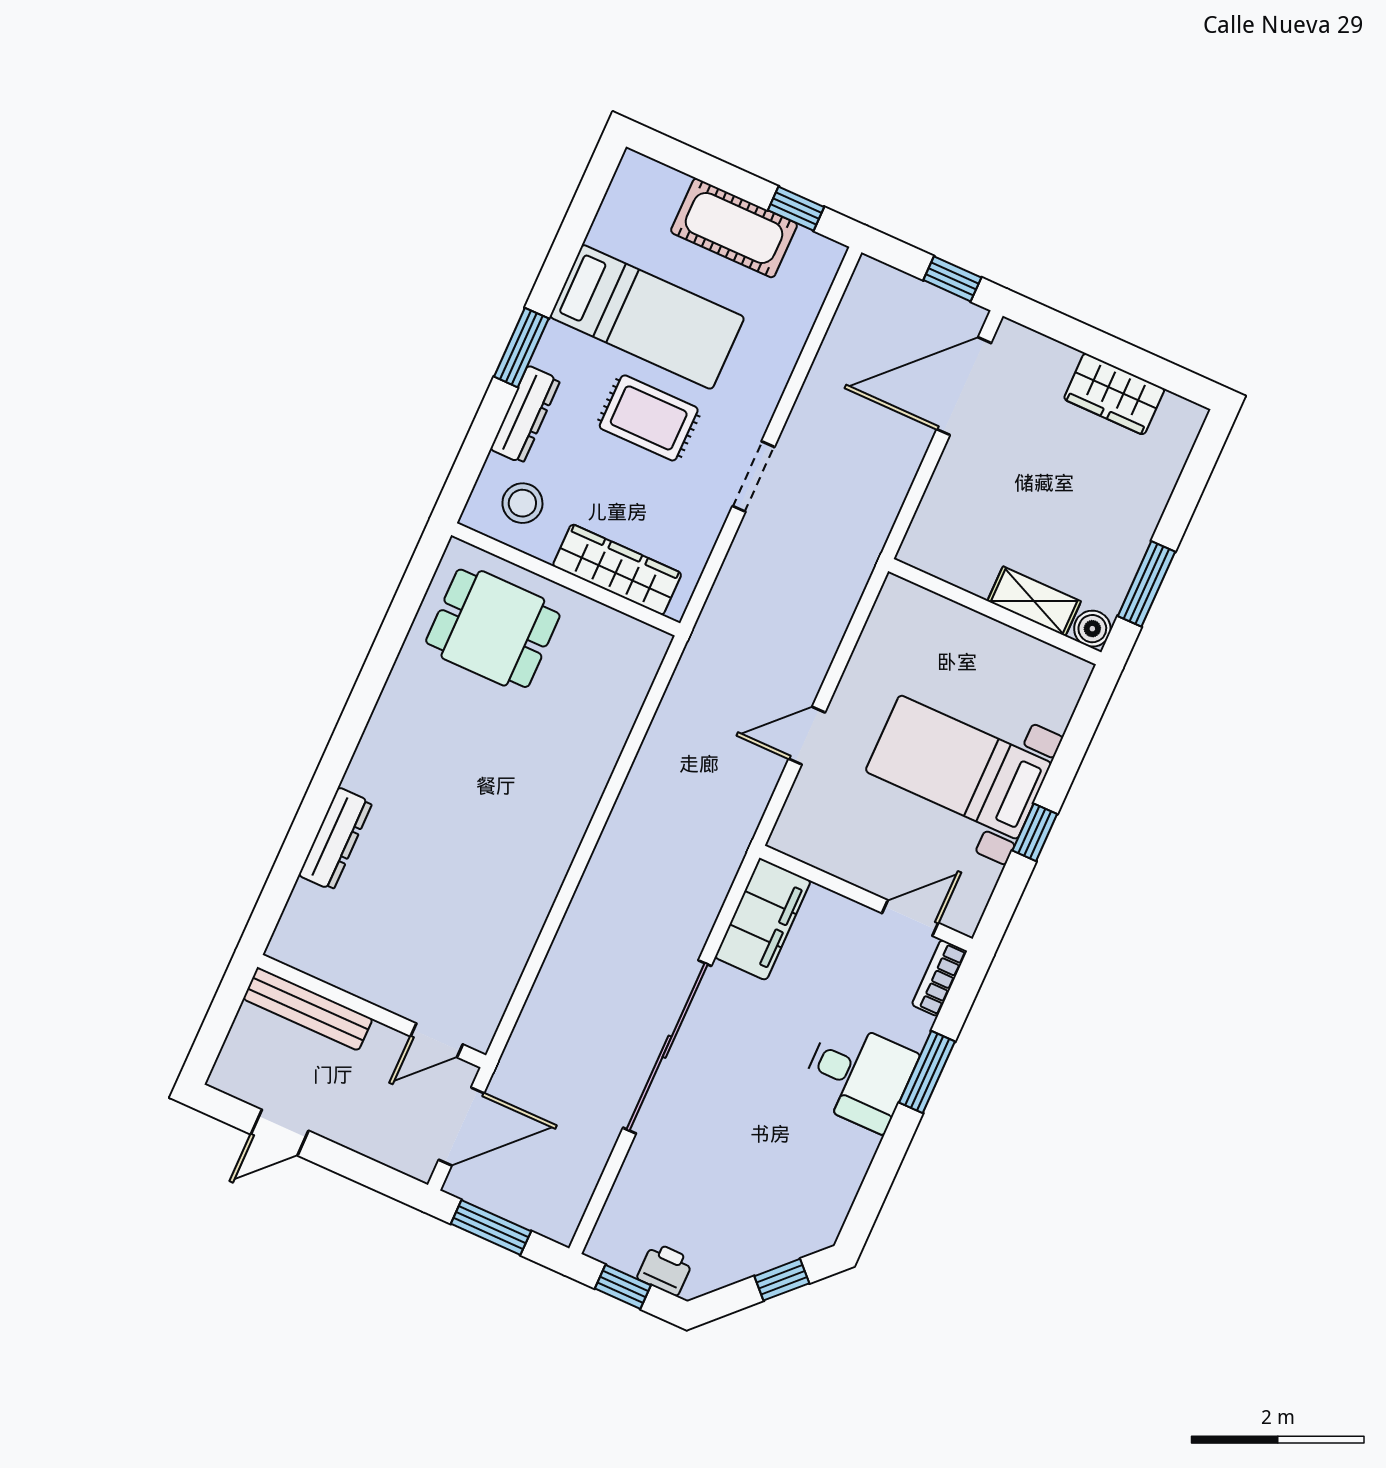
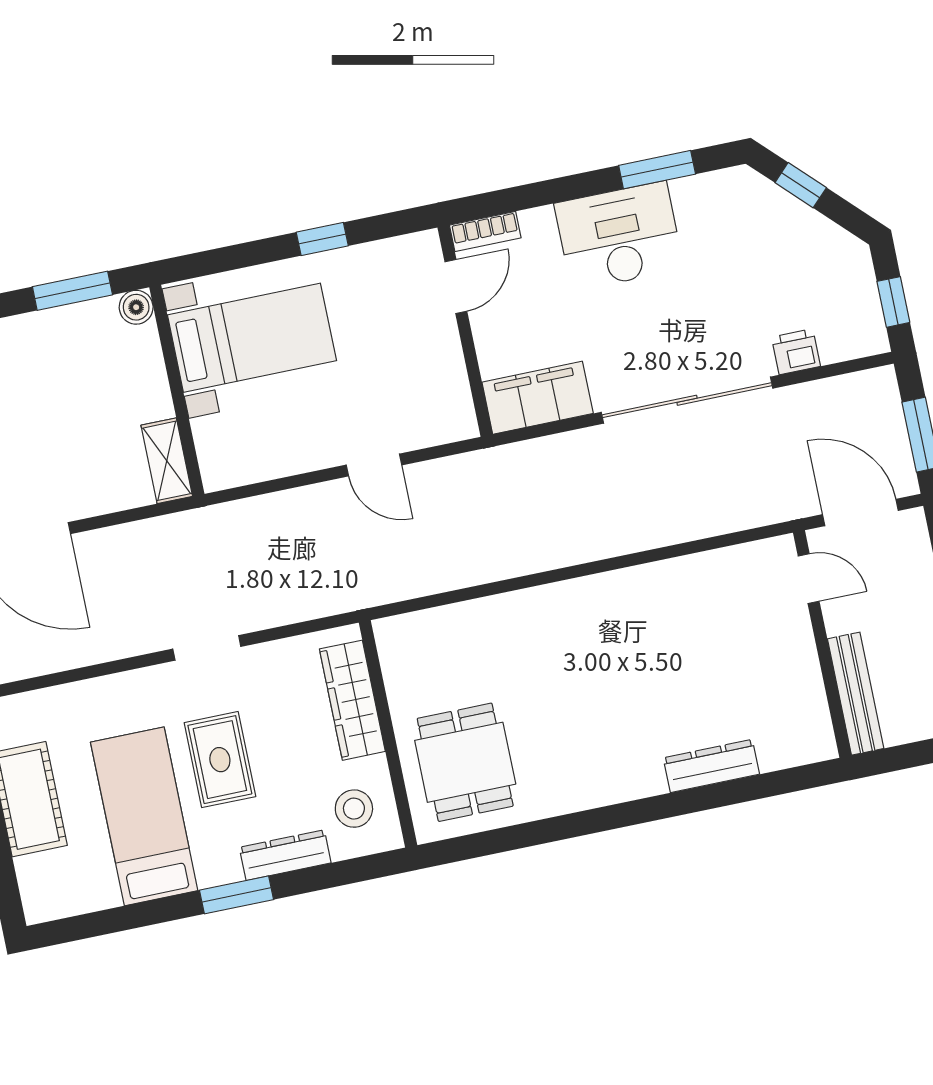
shelving: (1034, 601) -> (167, 461), moved
bed with nightstands: (958, 767) -> (252, 338), moved, turned -90
door: (910, 918) -> (456, 286), swing flipped
window: (927, 1072) -> (657, 170), moved
desk: (858, 1076) -> (619, 236), width x1.37
printer: (665, 1269) -> (796, 352), moved, turned 90

